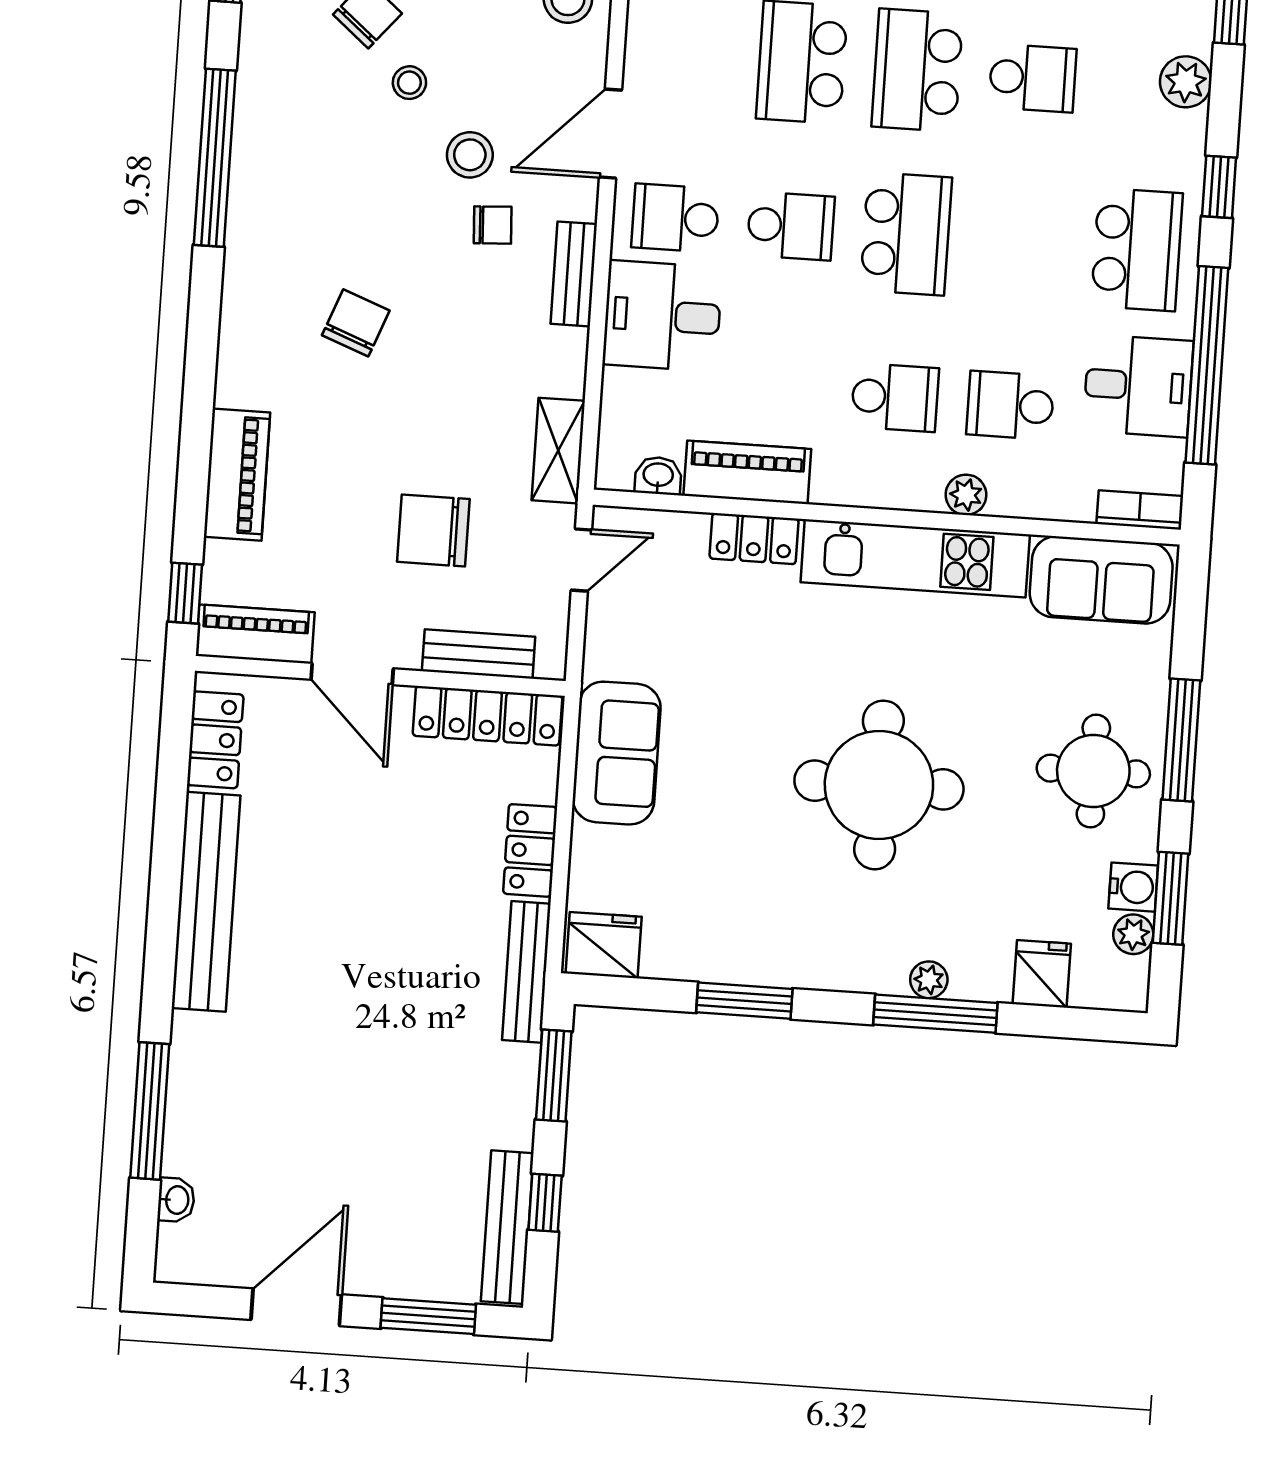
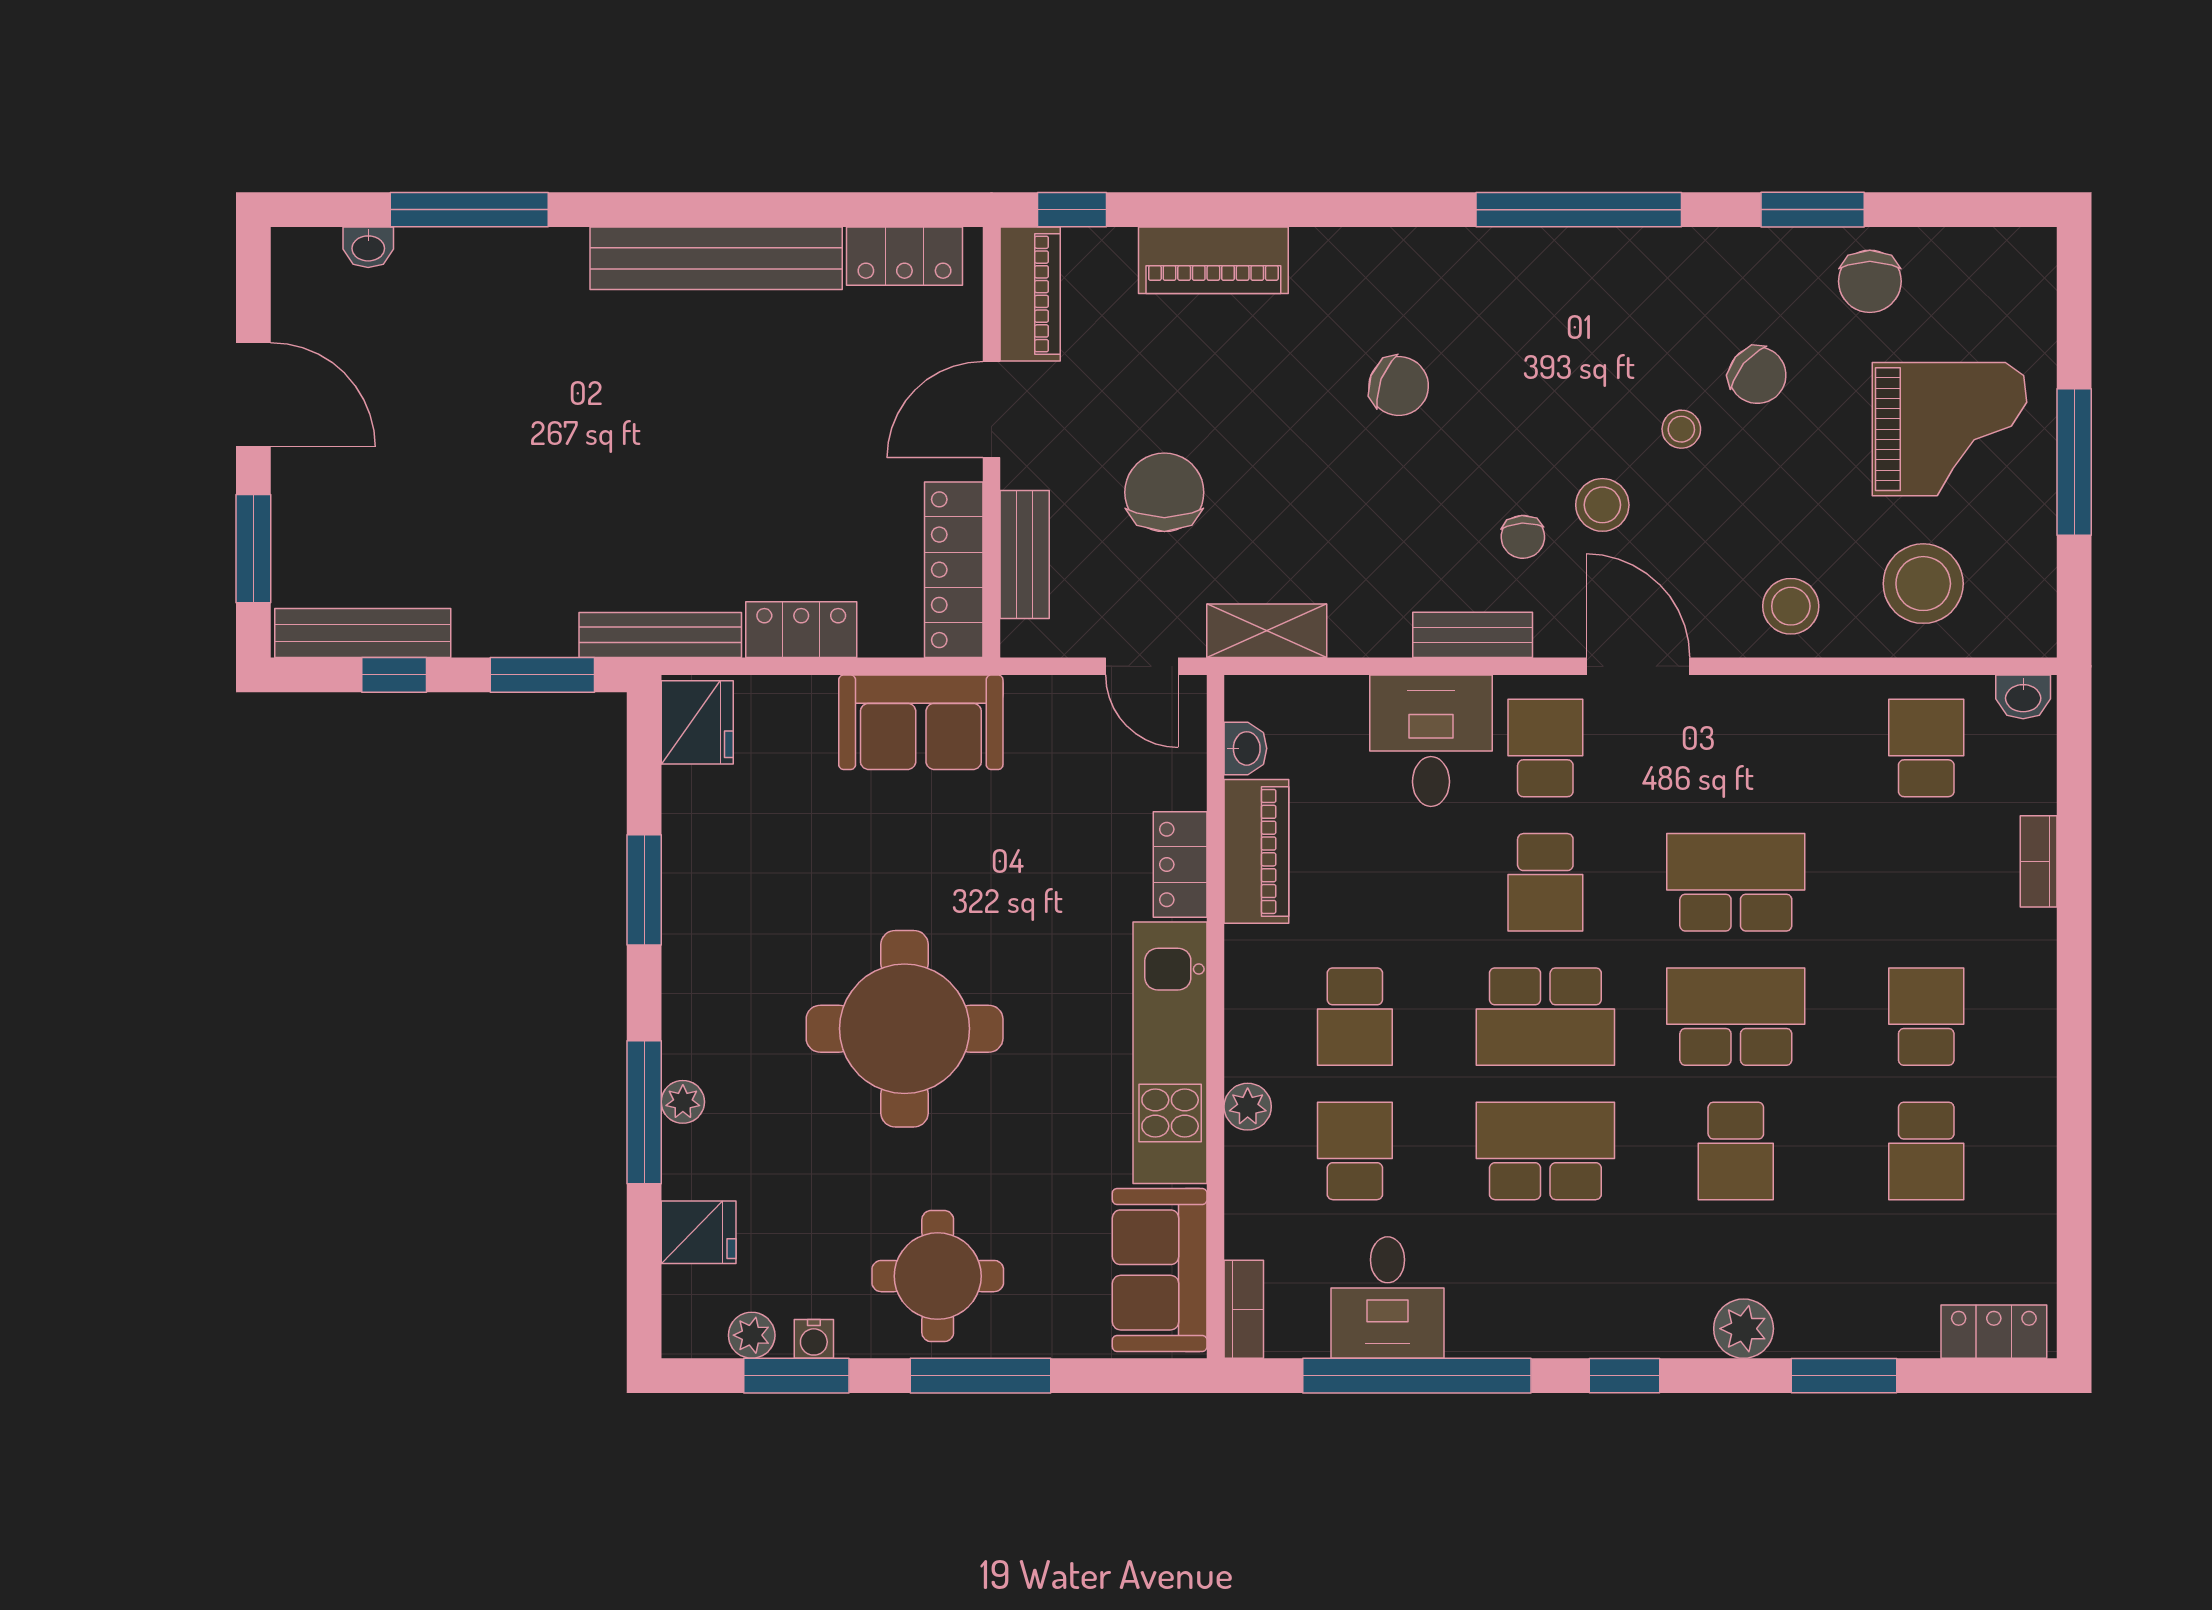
school desk: (1137, 250) -> (1545, 1151), moved, turned 180
water cooler: (1133, 887) -> (814, 1339), width x0.72, depth x0.72

